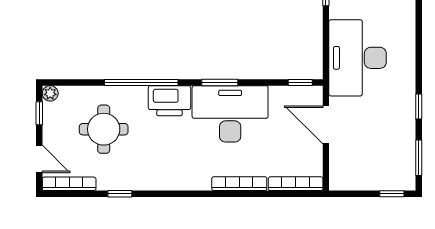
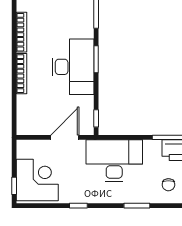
printer: (170, 101) -> (83, 22), removed
window: (419, 158) -> (137, 206), moved
corner desk: (384, 162) -> (37, 180), added
bookcase: (296, 184) -> (22, 32), moved

